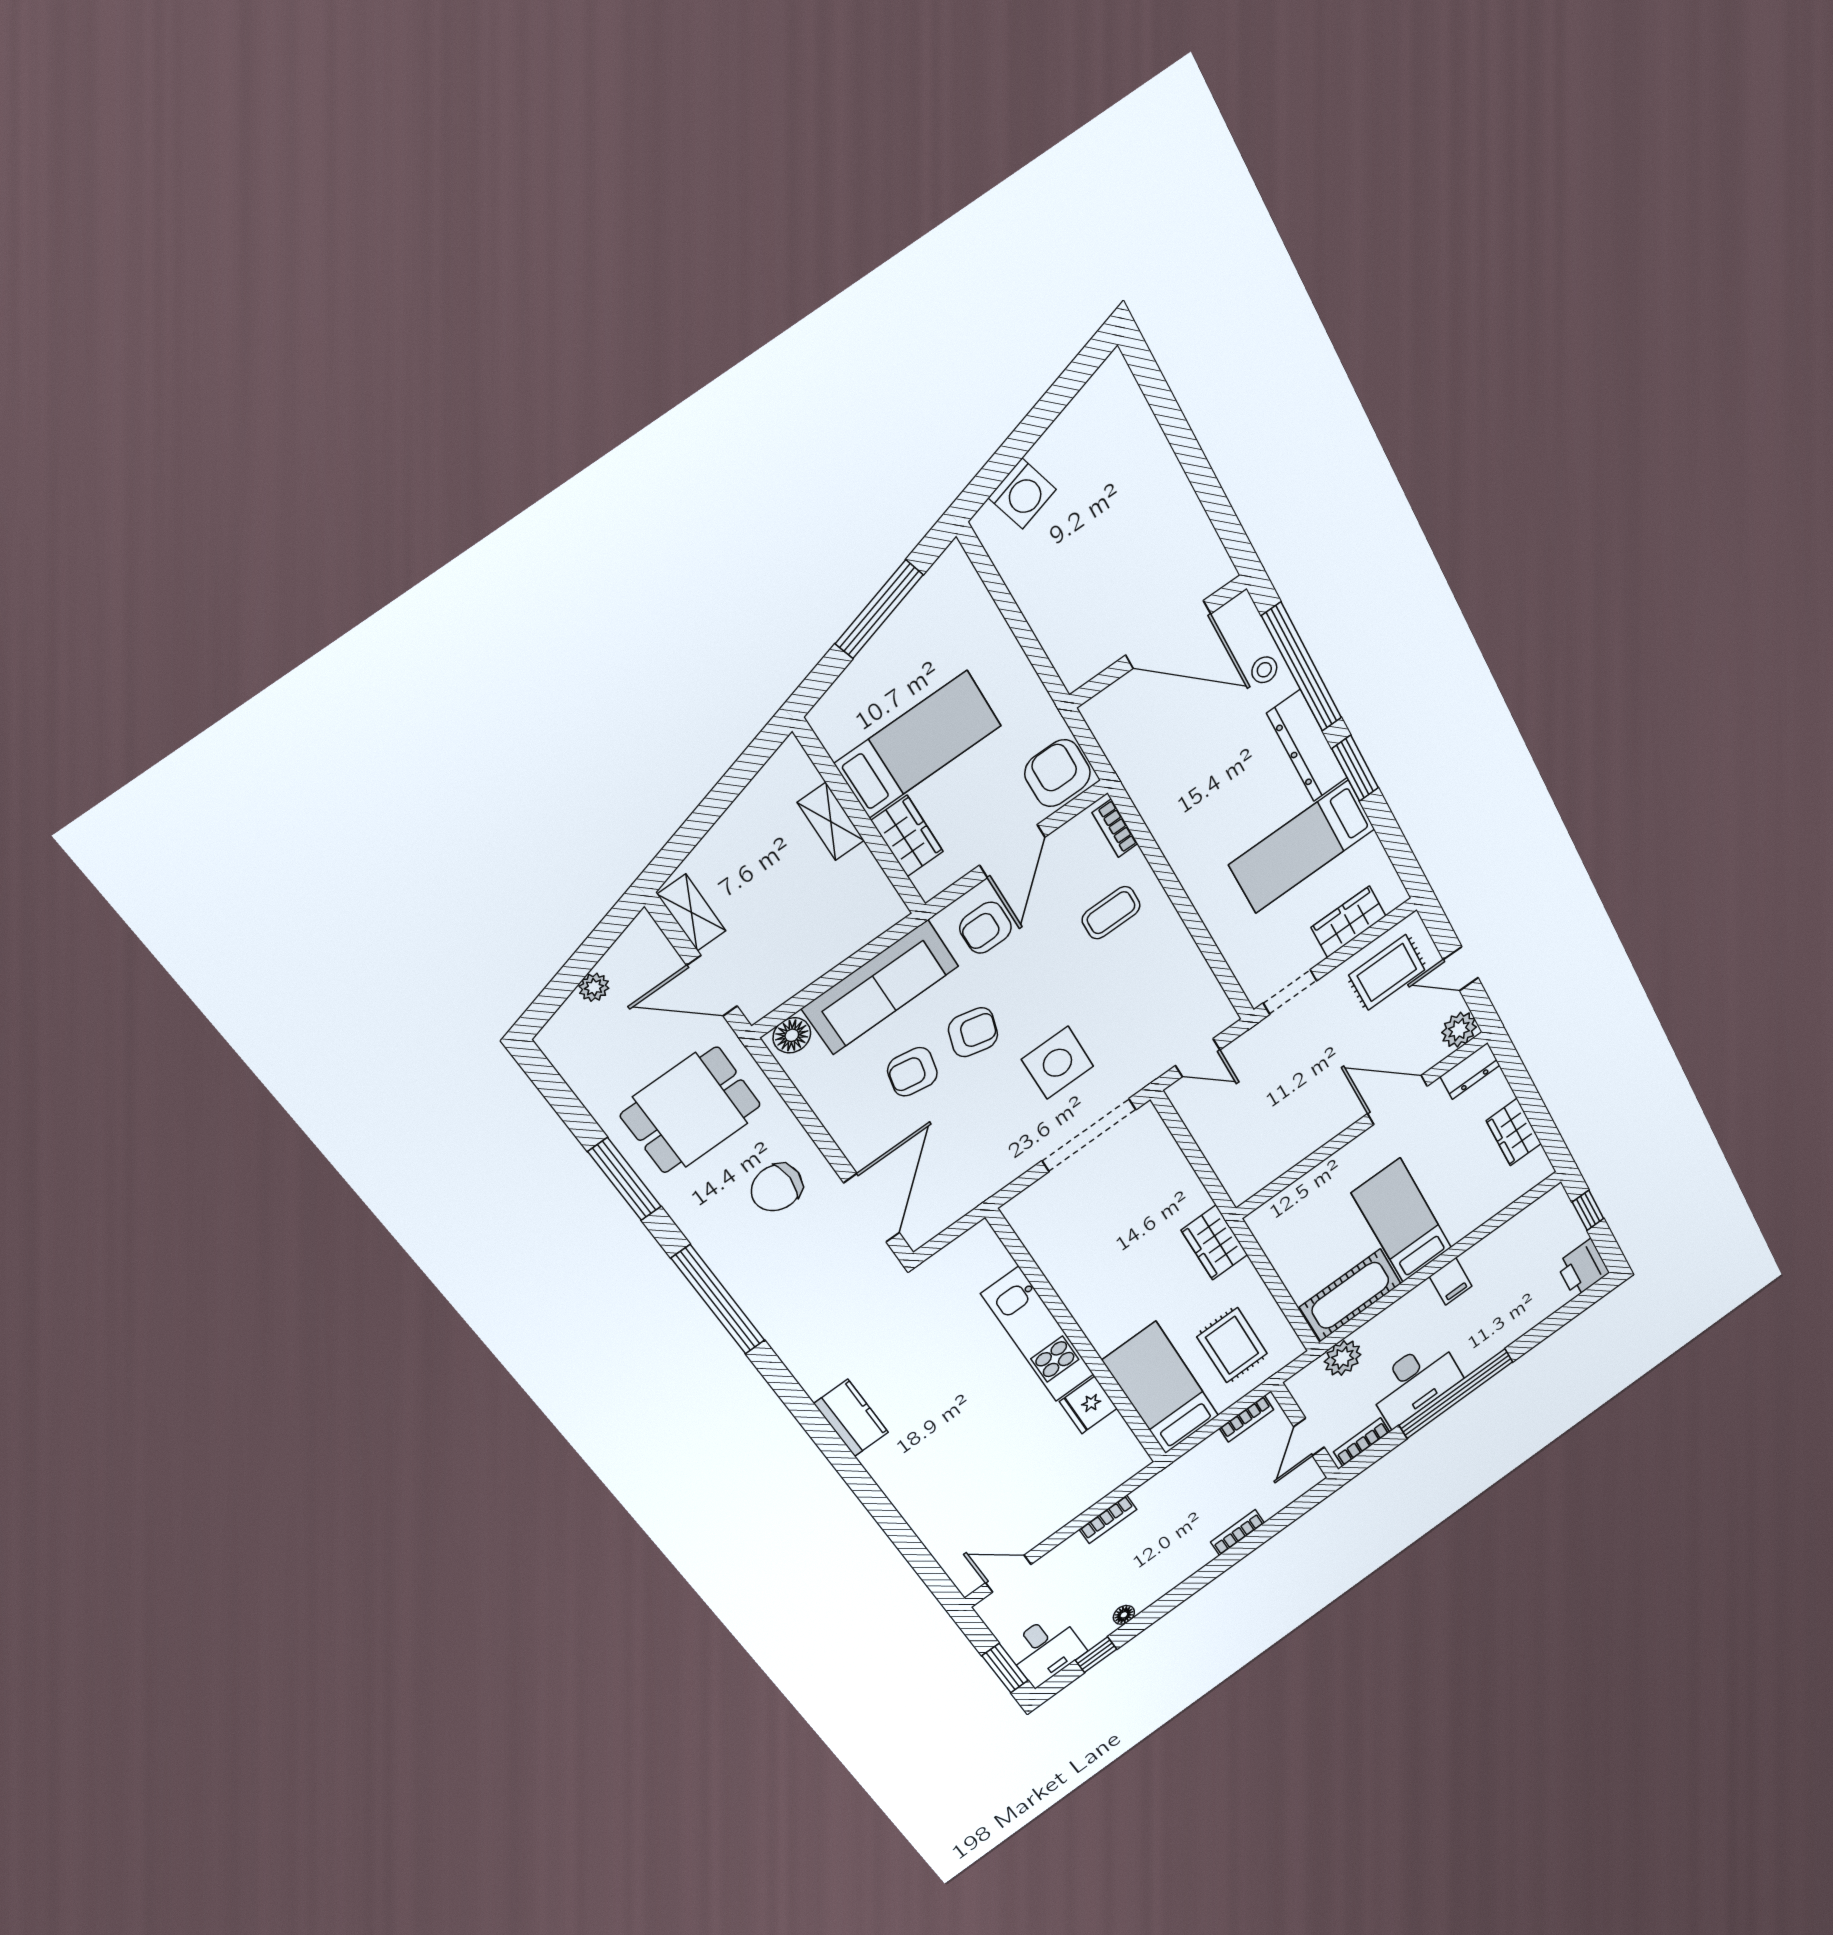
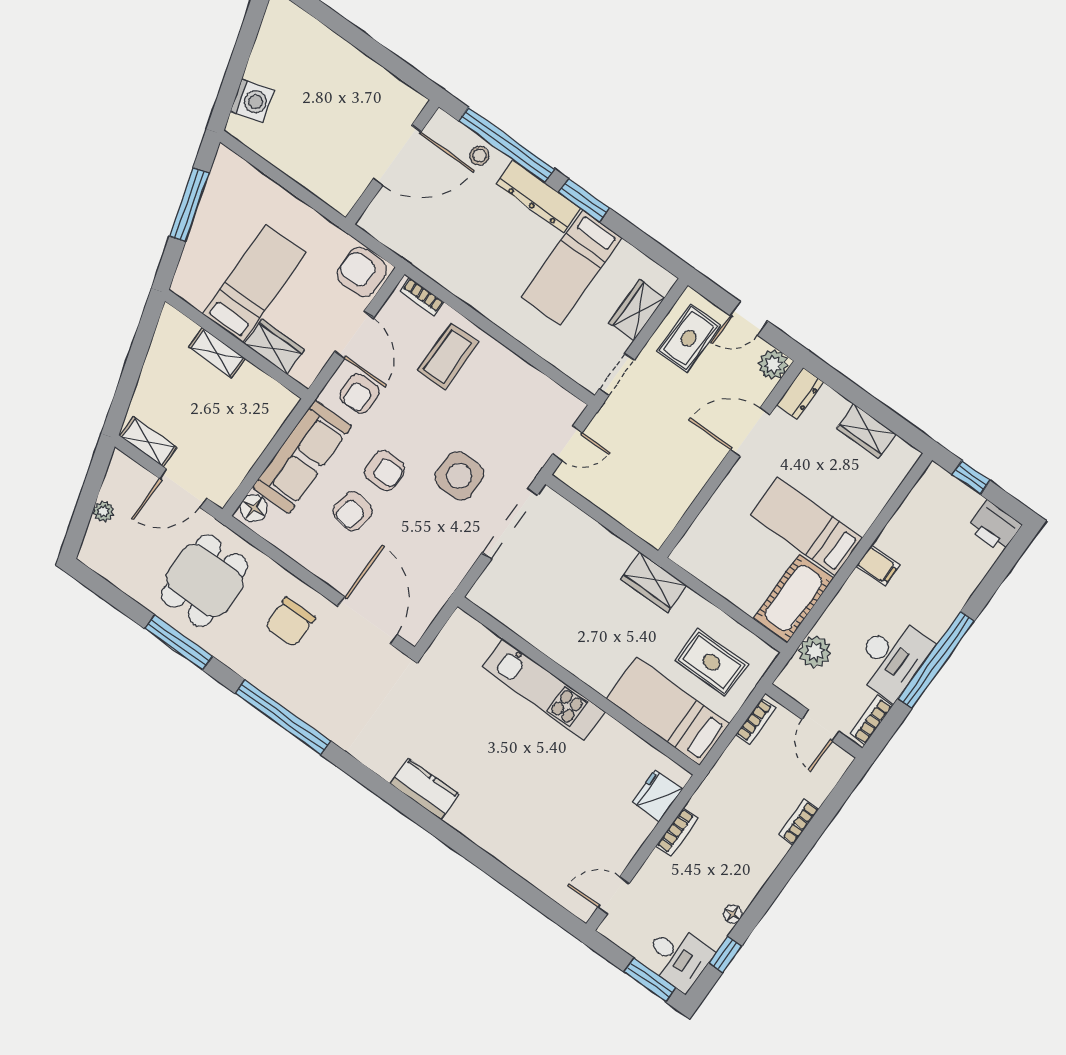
coffee table: (1111, 913) -> (448, 356), width x1.36, depth x1.30
armchair: (973, 1032) -> (385, 471), turned 75
fridge: (1088, 1405) -> (657, 796), moved, turned 90

